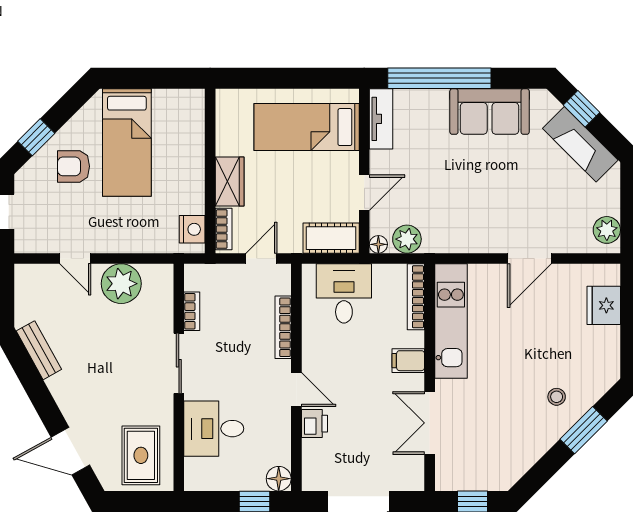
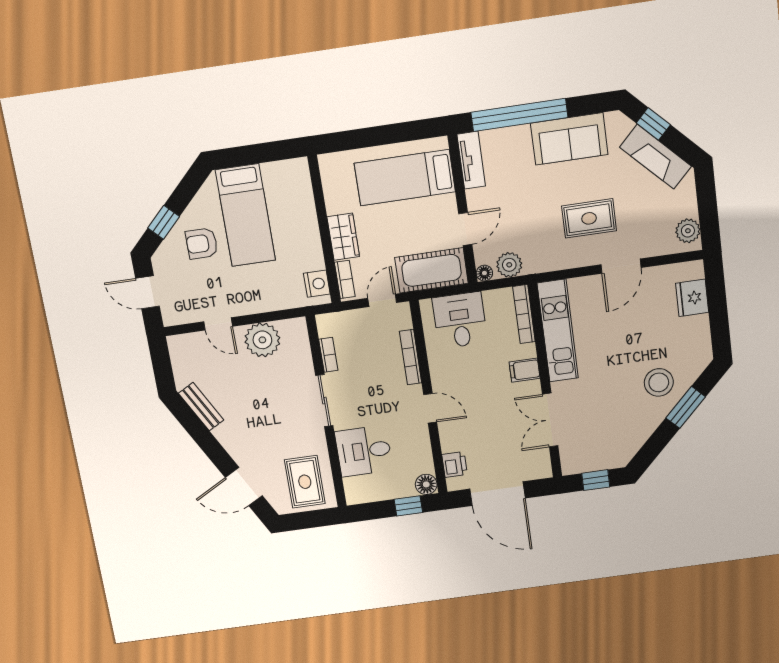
rug: (501, 201) -> (589, 218), added
cot: (331, 238) -> (432, 270), width x1.37, depth x1.34
stool: (557, 397) -> (659, 382), width x1.89, depth x1.89
printer: (314, 424) -> (455, 464), moved

